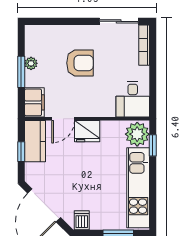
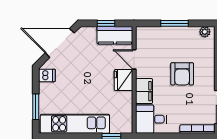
plant: (31, 63) -> (205, 32), moved
filing cabinet: (34, 102) -> (144, 91), moved, turned -90
plant: (137, 134) -> (121, 123), removed

